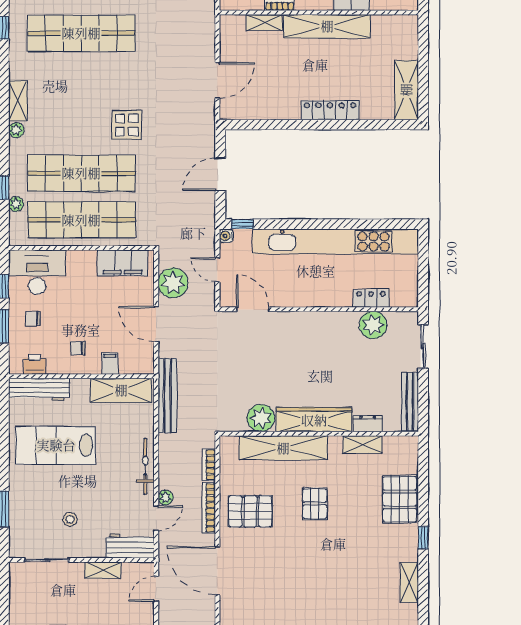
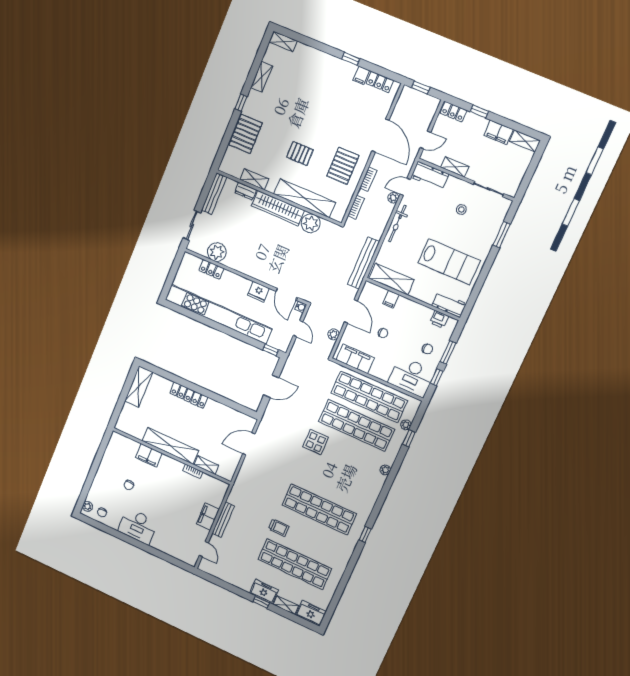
shelving: (18, 101) -> (376, 487), removed
water cooler: (226, 236) -> (301, 307), moved
plant: (173, 283) -> (333, 334), width x0.53, depth x0.53
fridge: (293, 296) -> (258, 292), added
chair: (78, 348) -> (383, 333), moved
workbench: (39, 390) -> (449, 305), width x0.73
pallet: (315, 504) -> (300, 154), turned 90
bookcase: (209, 508) -> (368, 179), width x0.64
pallet: (250, 511) -> (343, 166), turned 90

